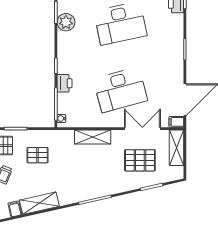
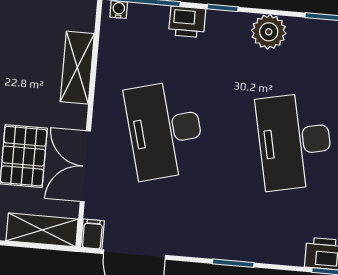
plant: (66, 22) -> (269, 32), moved
double door: (142, 129) -> (85, 166), swing flipped

